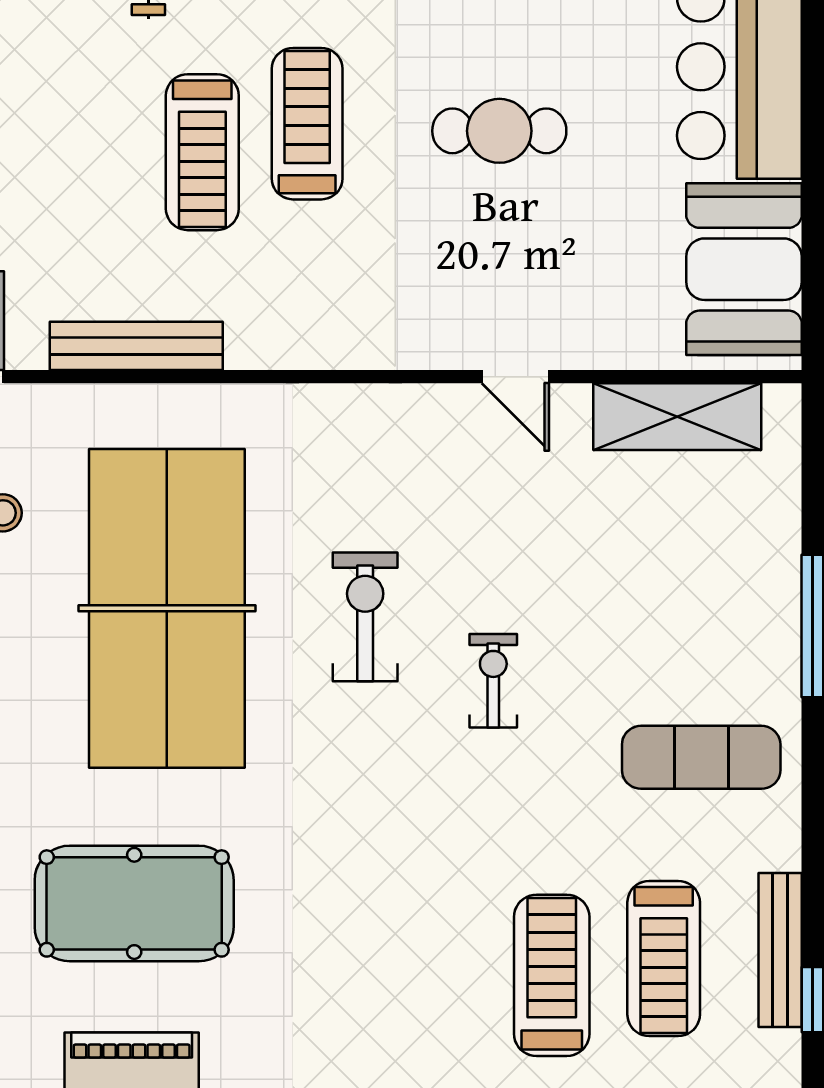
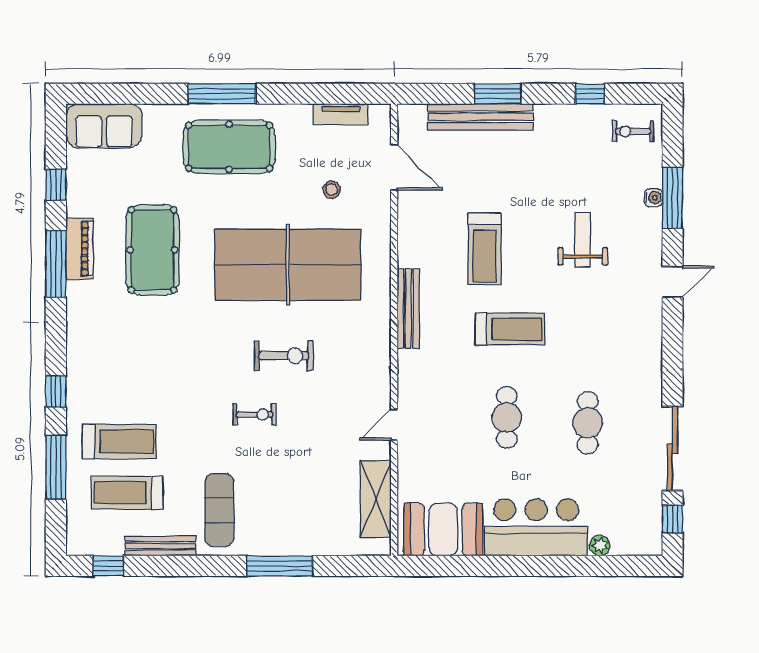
treadmill: (202, 152) -> (484, 249), moved, turned -90
bench: (136, 346) -> (408, 309), moved
bench: (780, 950) -> (160, 546), moved

